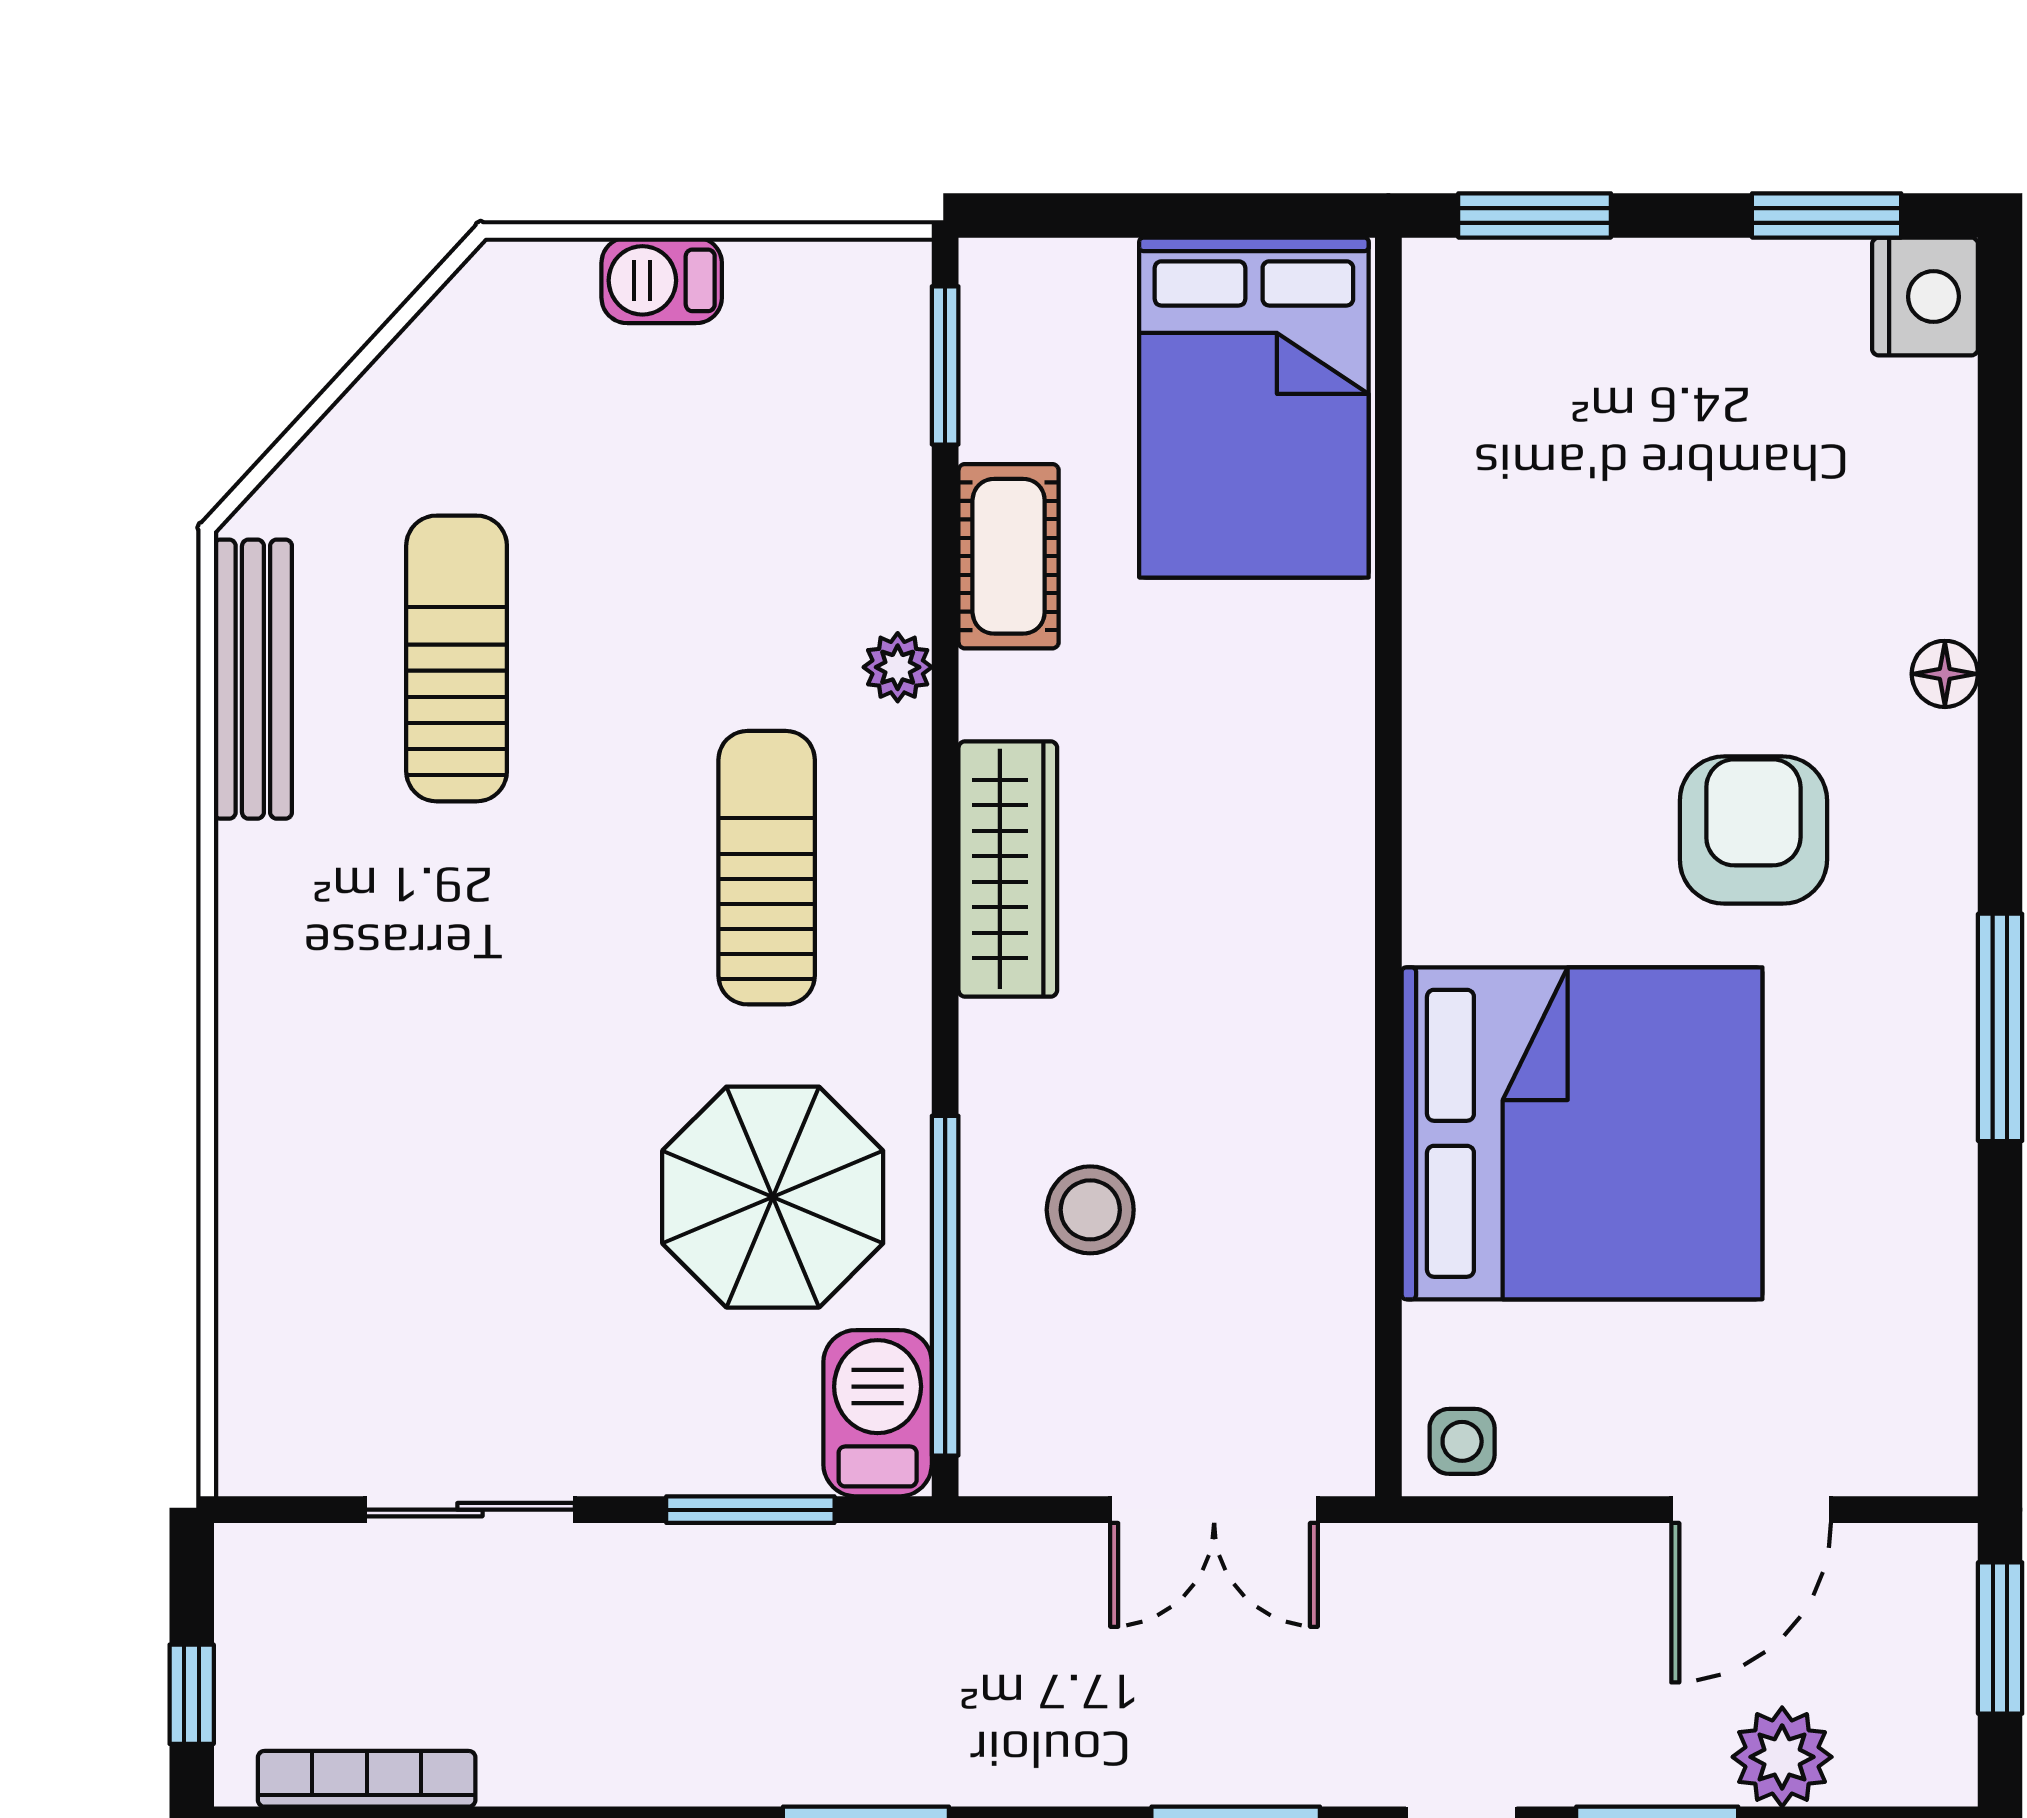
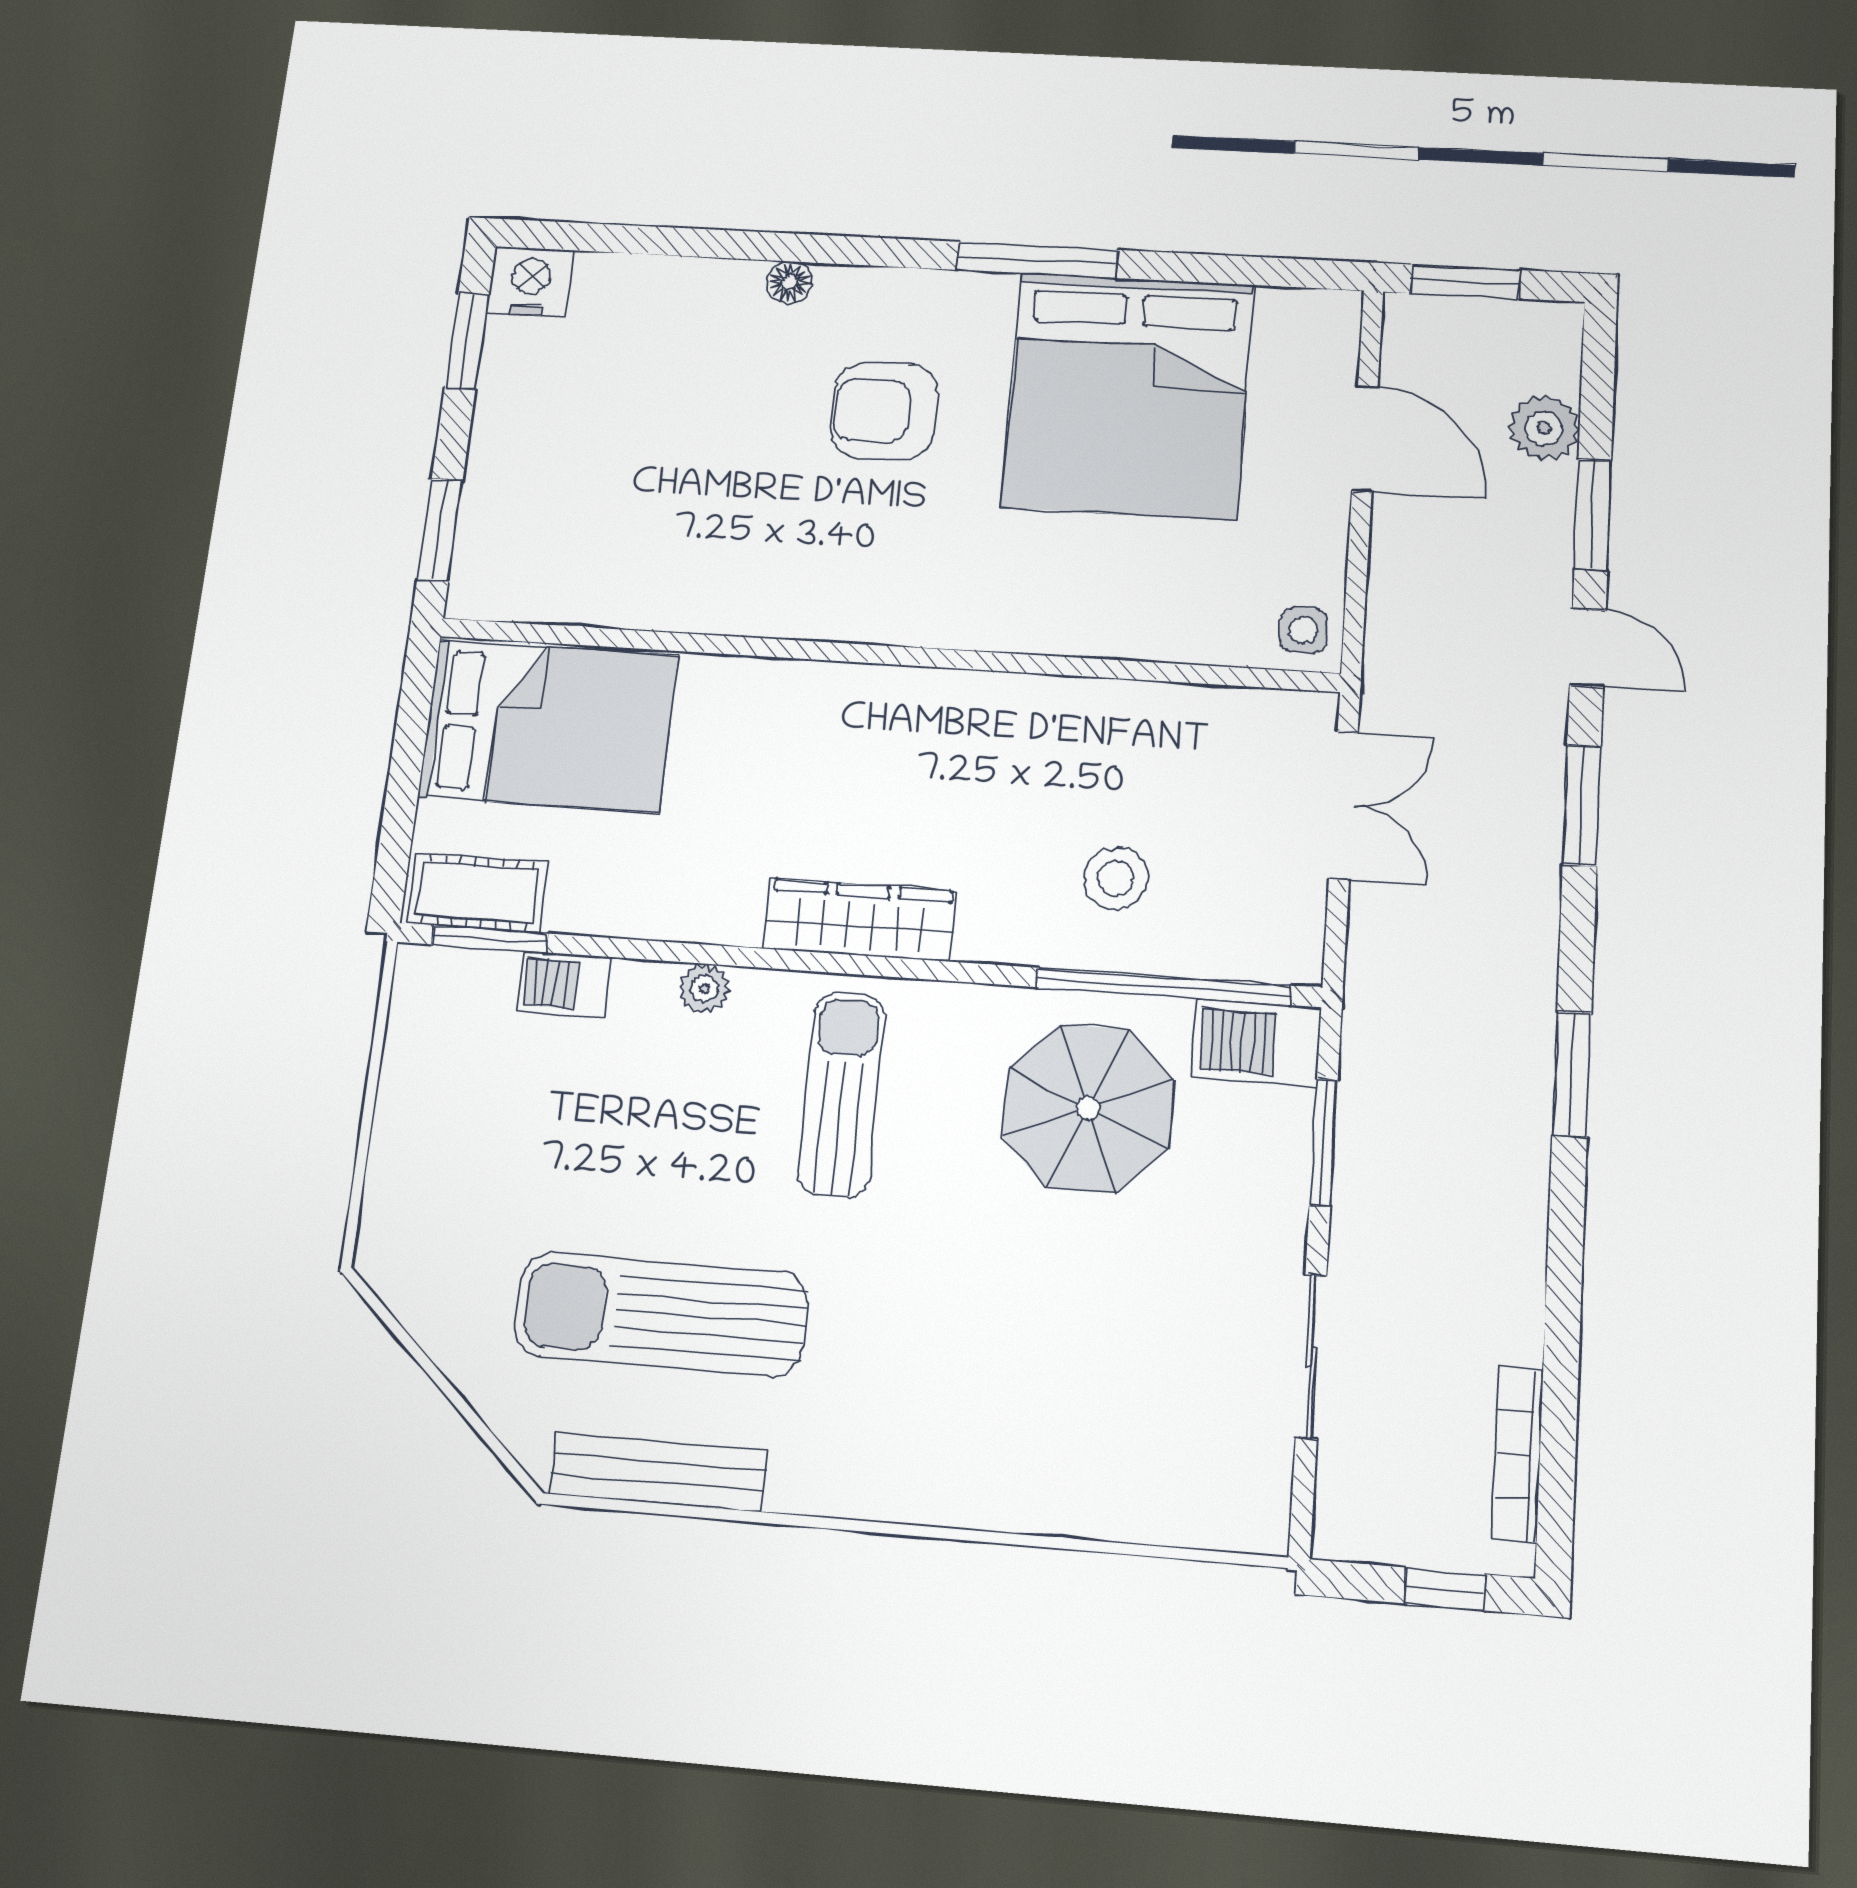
barbecue: (662, 280) -> (564, 984), moved, turned 90
cot: (1009, 556) -> (478, 893), moved
sun lounger: (457, 658) -> (661, 1314), width x1.36, depth x1.34
sun lounger: (767, 868) -> (842, 1094), turned 90
bed: (1582, 1133) -> (1128, 395), moved, turned 180

